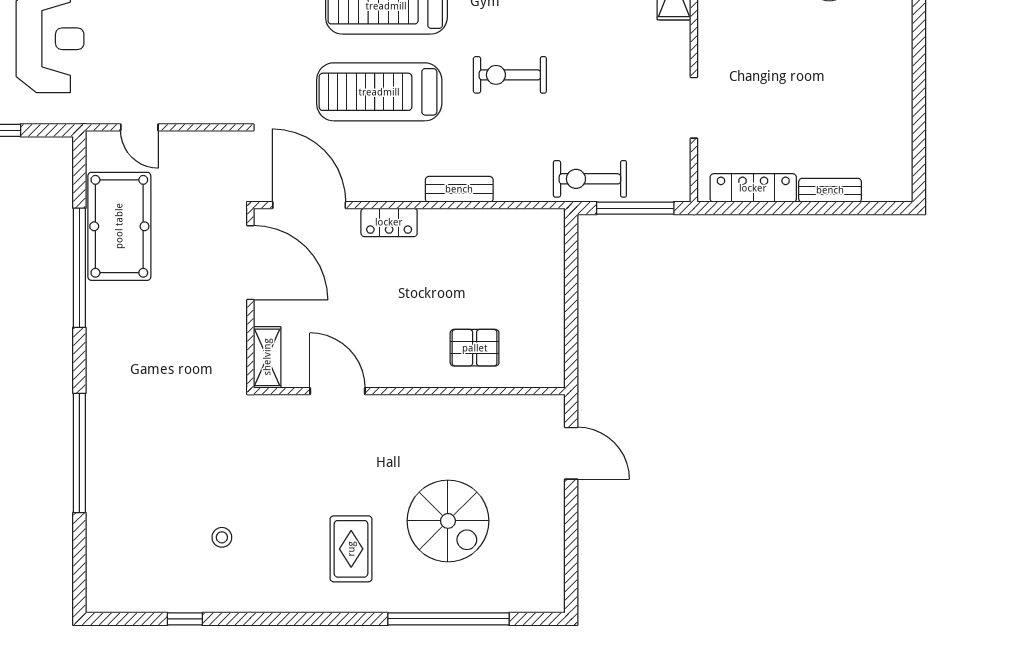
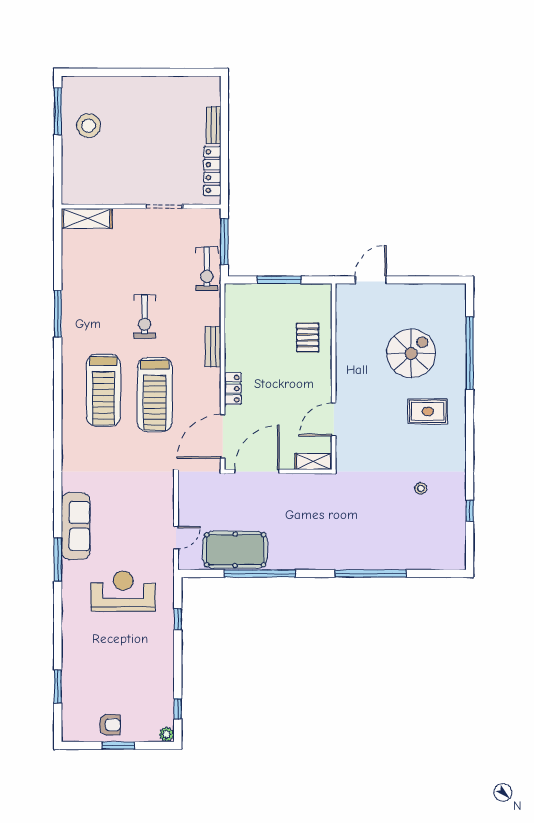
window: (571, 300) -> (279, 280), added

